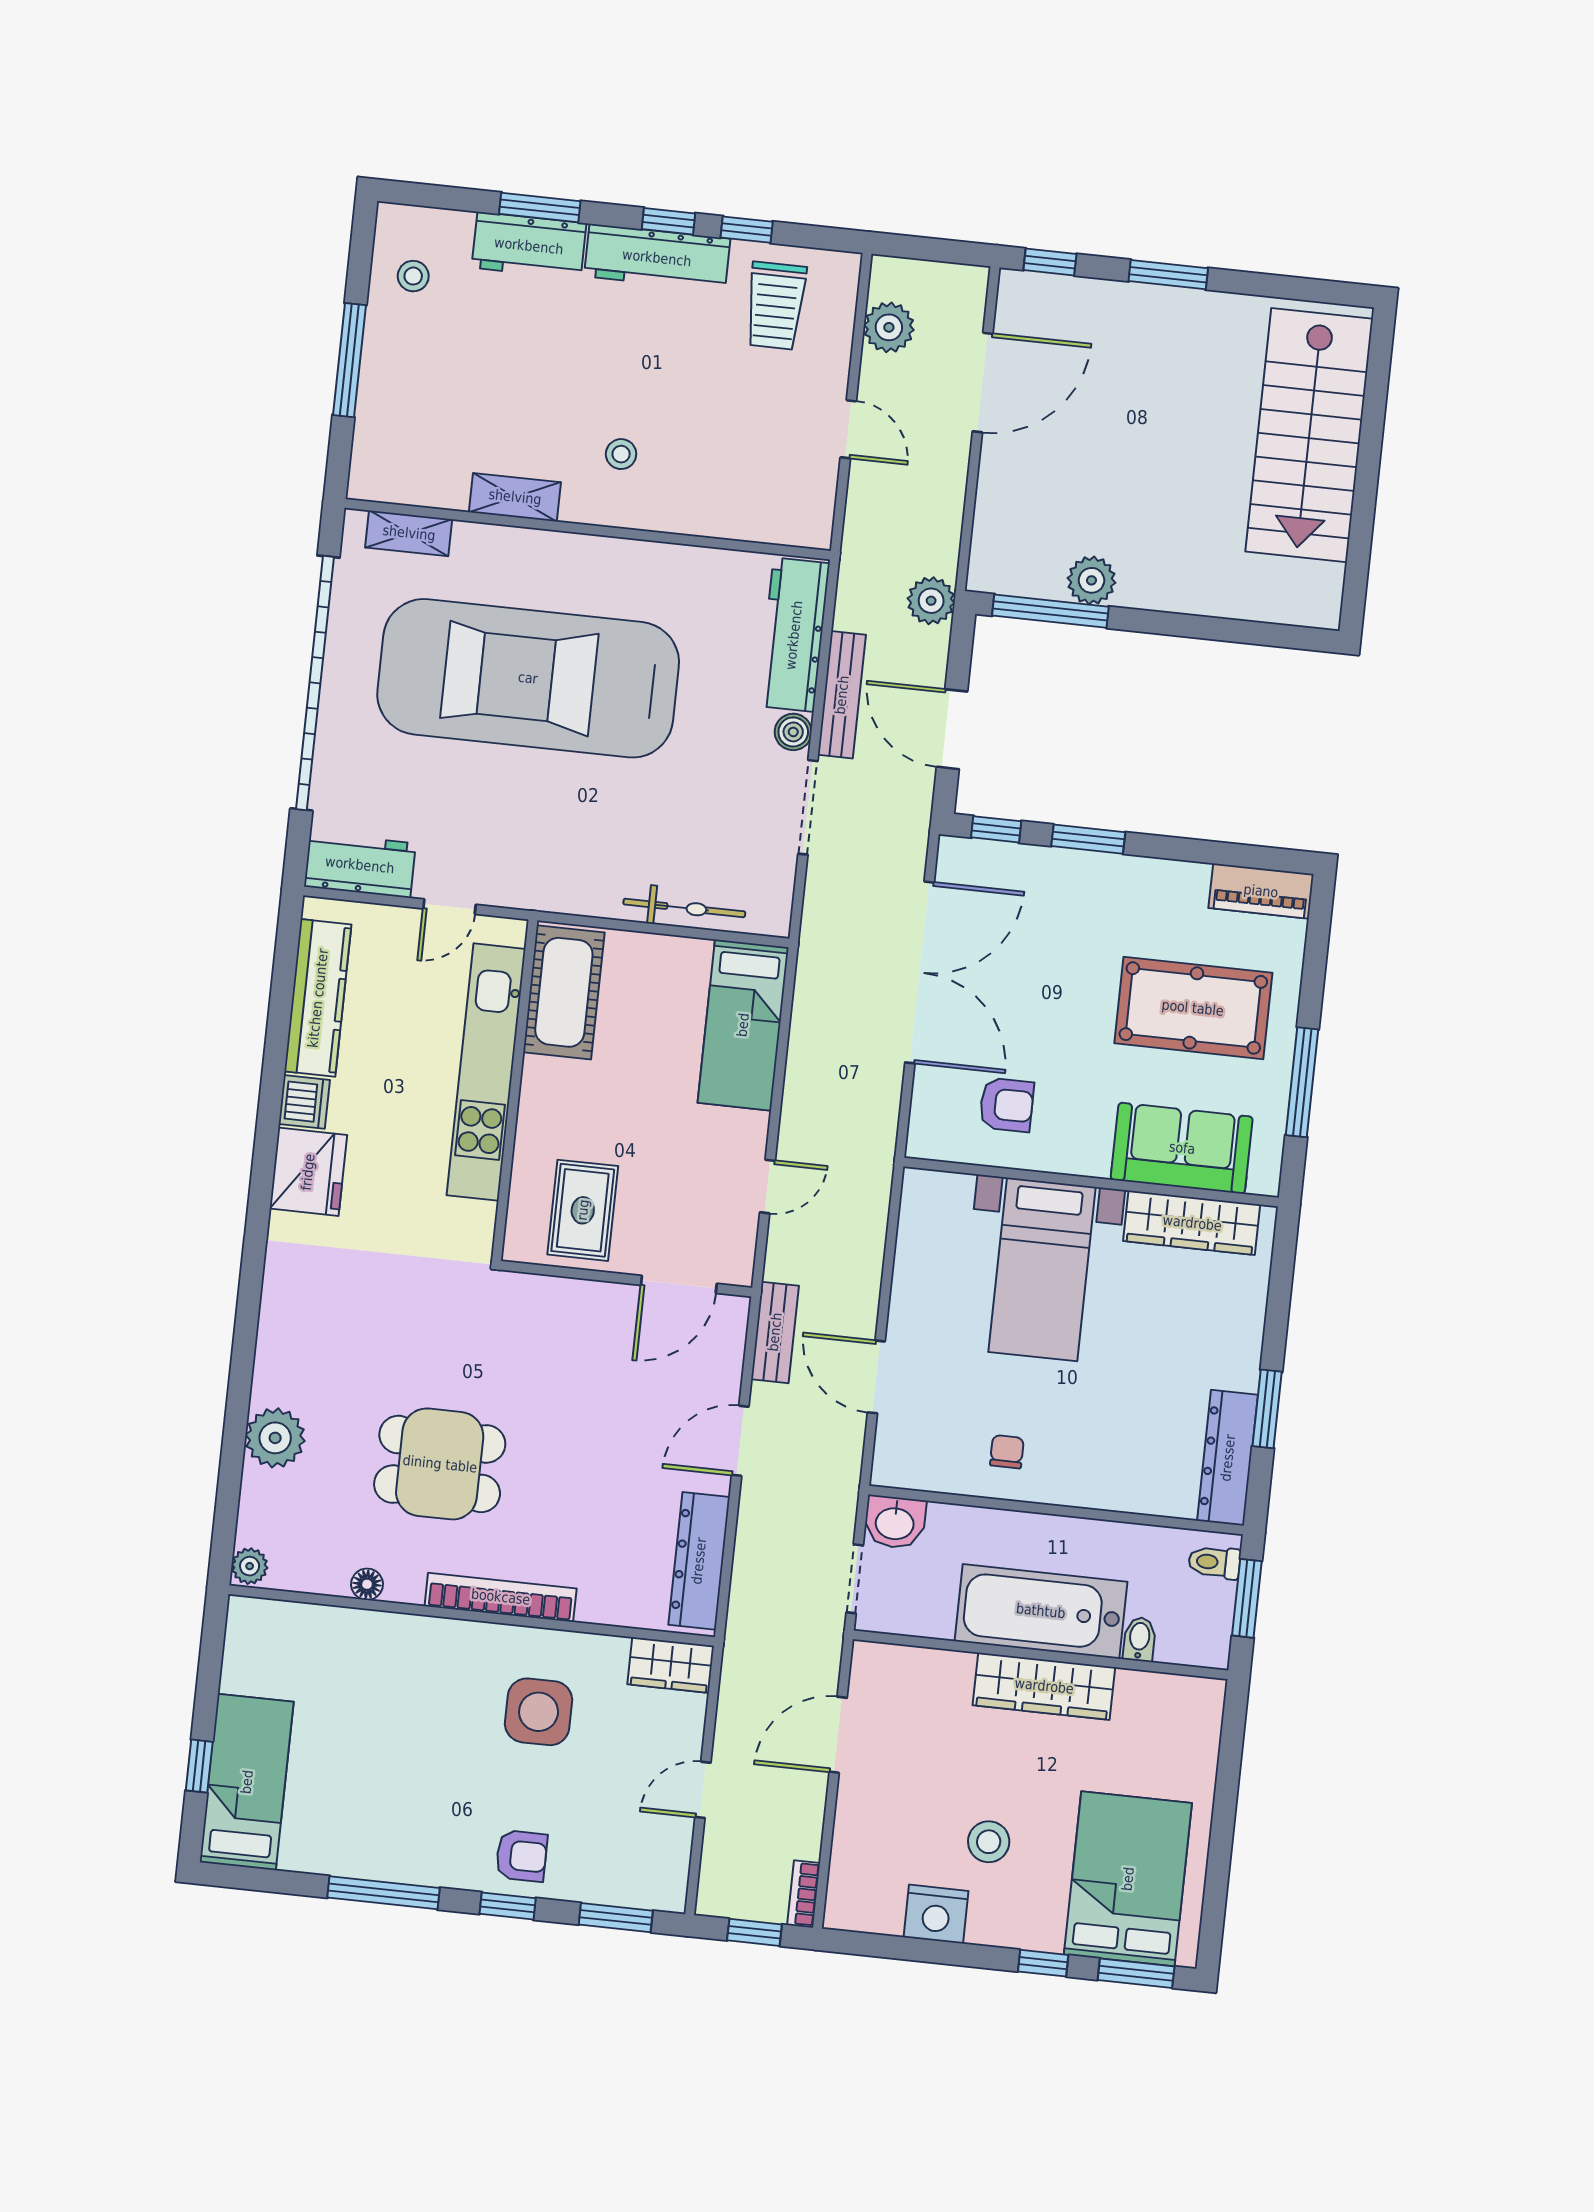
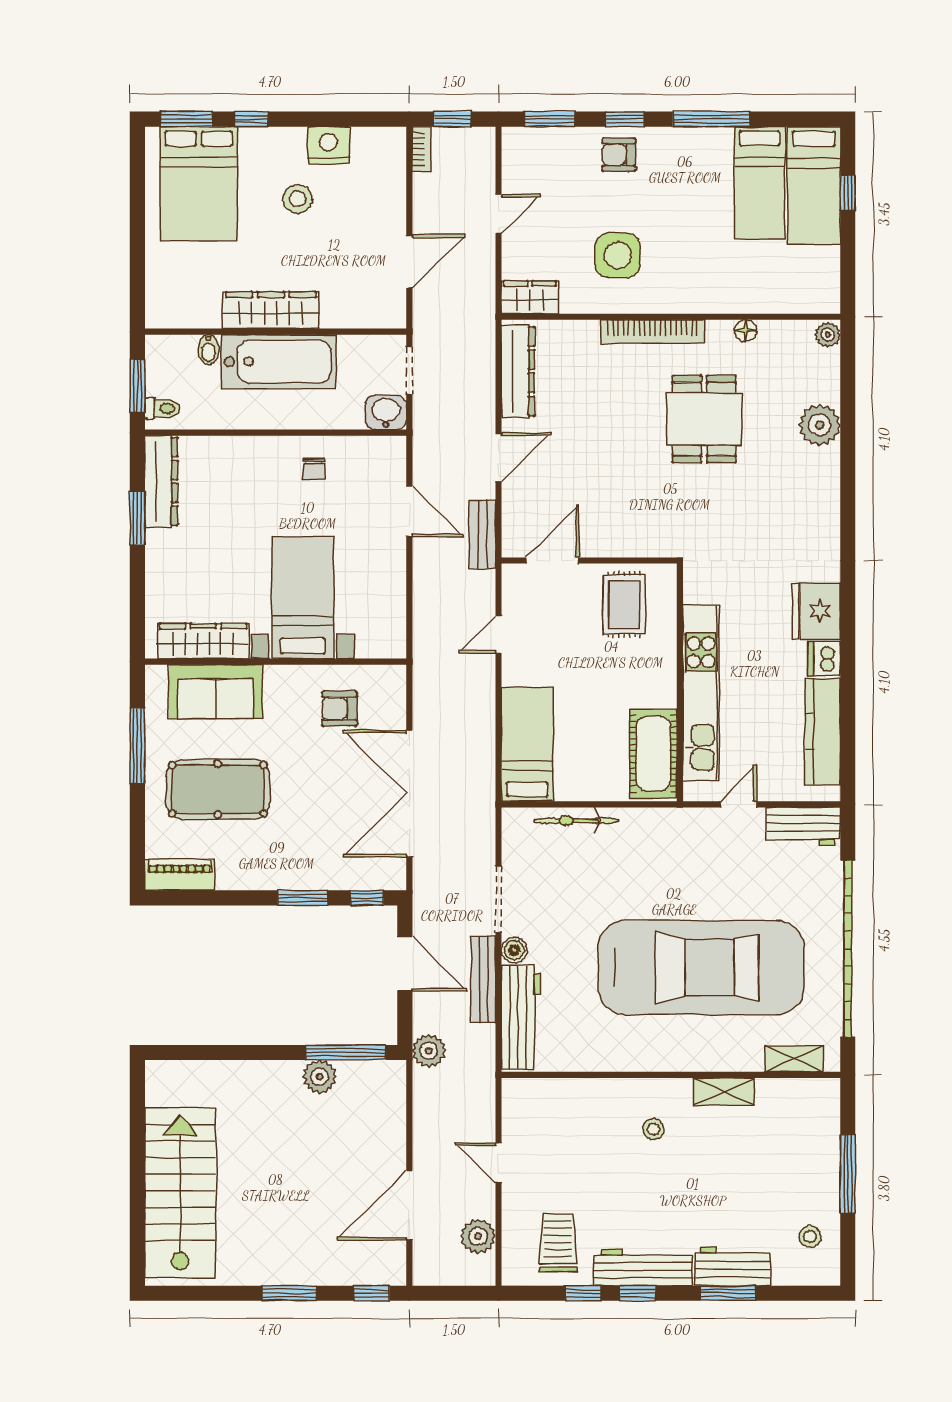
dining table: (440, 1464) -> (704, 419), turned 90
bed: (324, 1794) -> (760, 183), added

